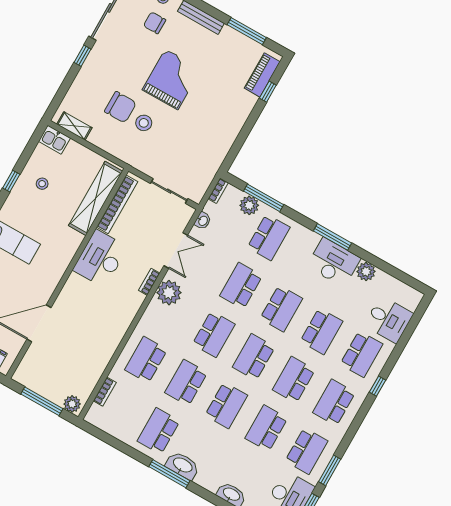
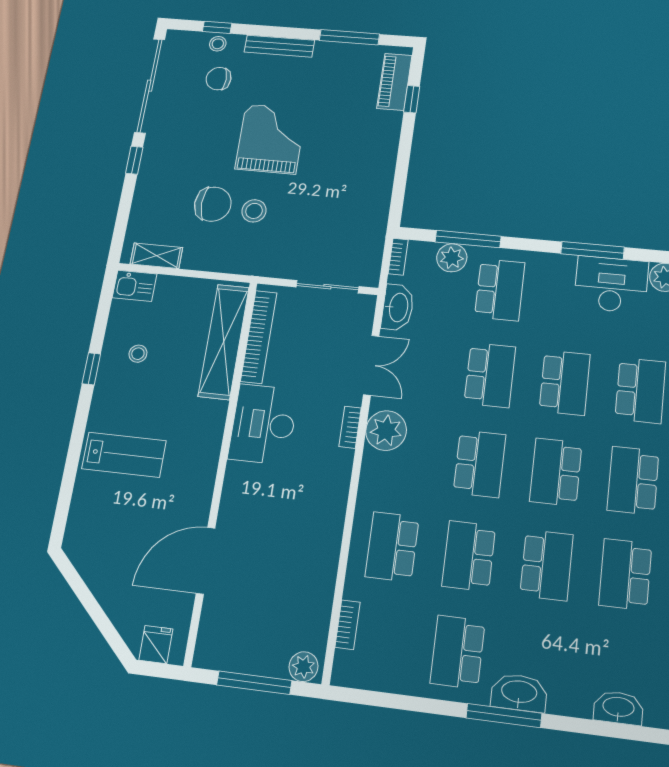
washbasin: (203, 221) -> (398, 307), width x1.91, depth x1.45
school desk: (241, 286) -> (490, 375), turned 180

